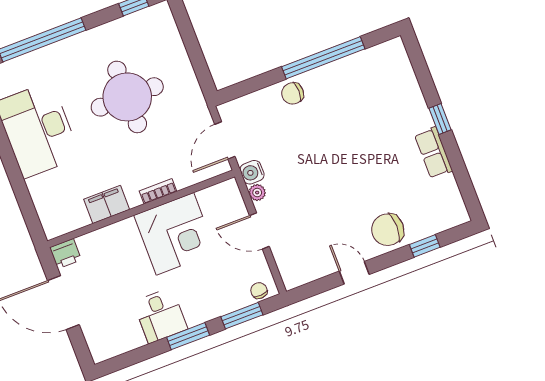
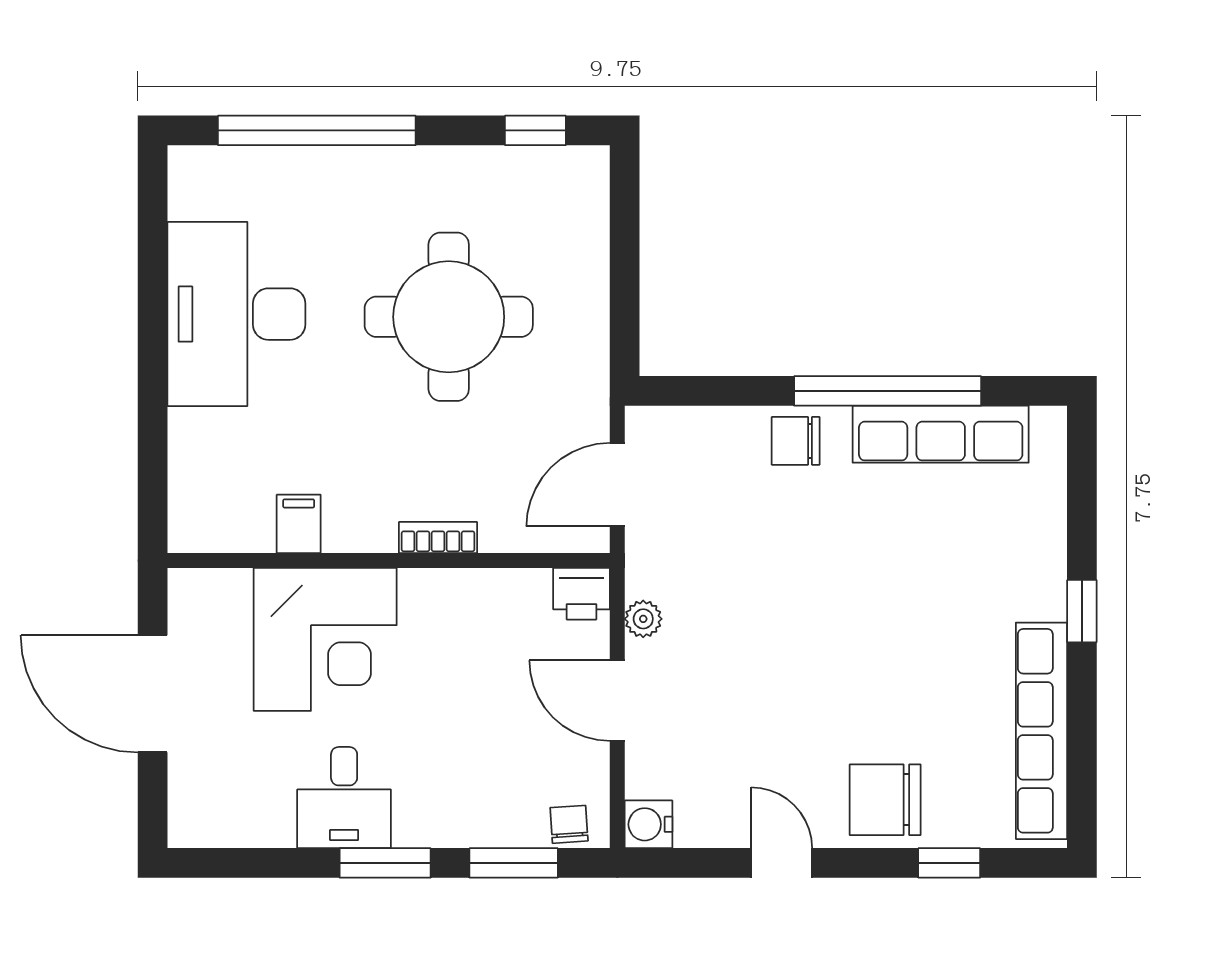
row of seats: (352, 67) -> (941, 434), added
row of seats: (433, 153) -> (1041, 731), width x2.02
water cooler: (252, 172) -> (649, 824), moved
filing cabinet: (107, 204) -> (299, 524), width x0.50
corner desk: (175, 234) -> (325, 639), moved
printer: (66, 254) -> (581, 594), moved

